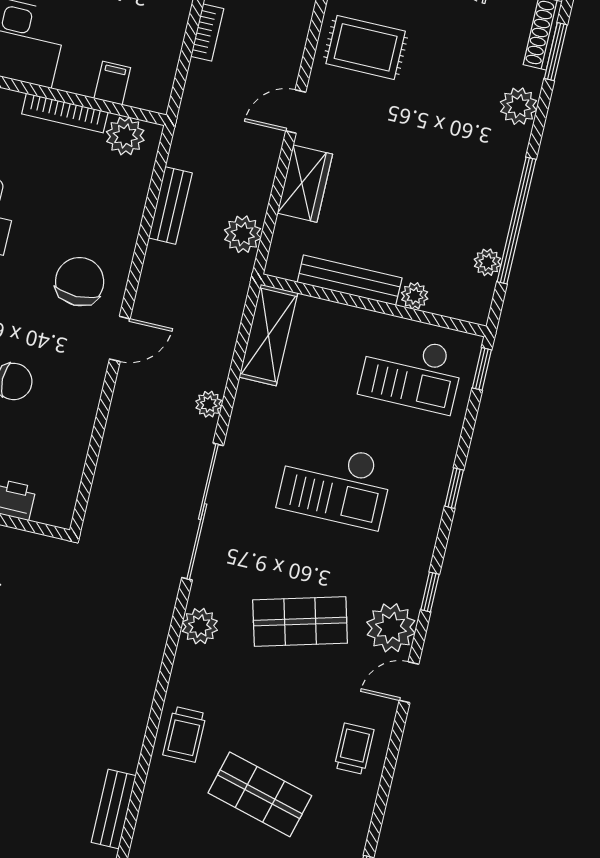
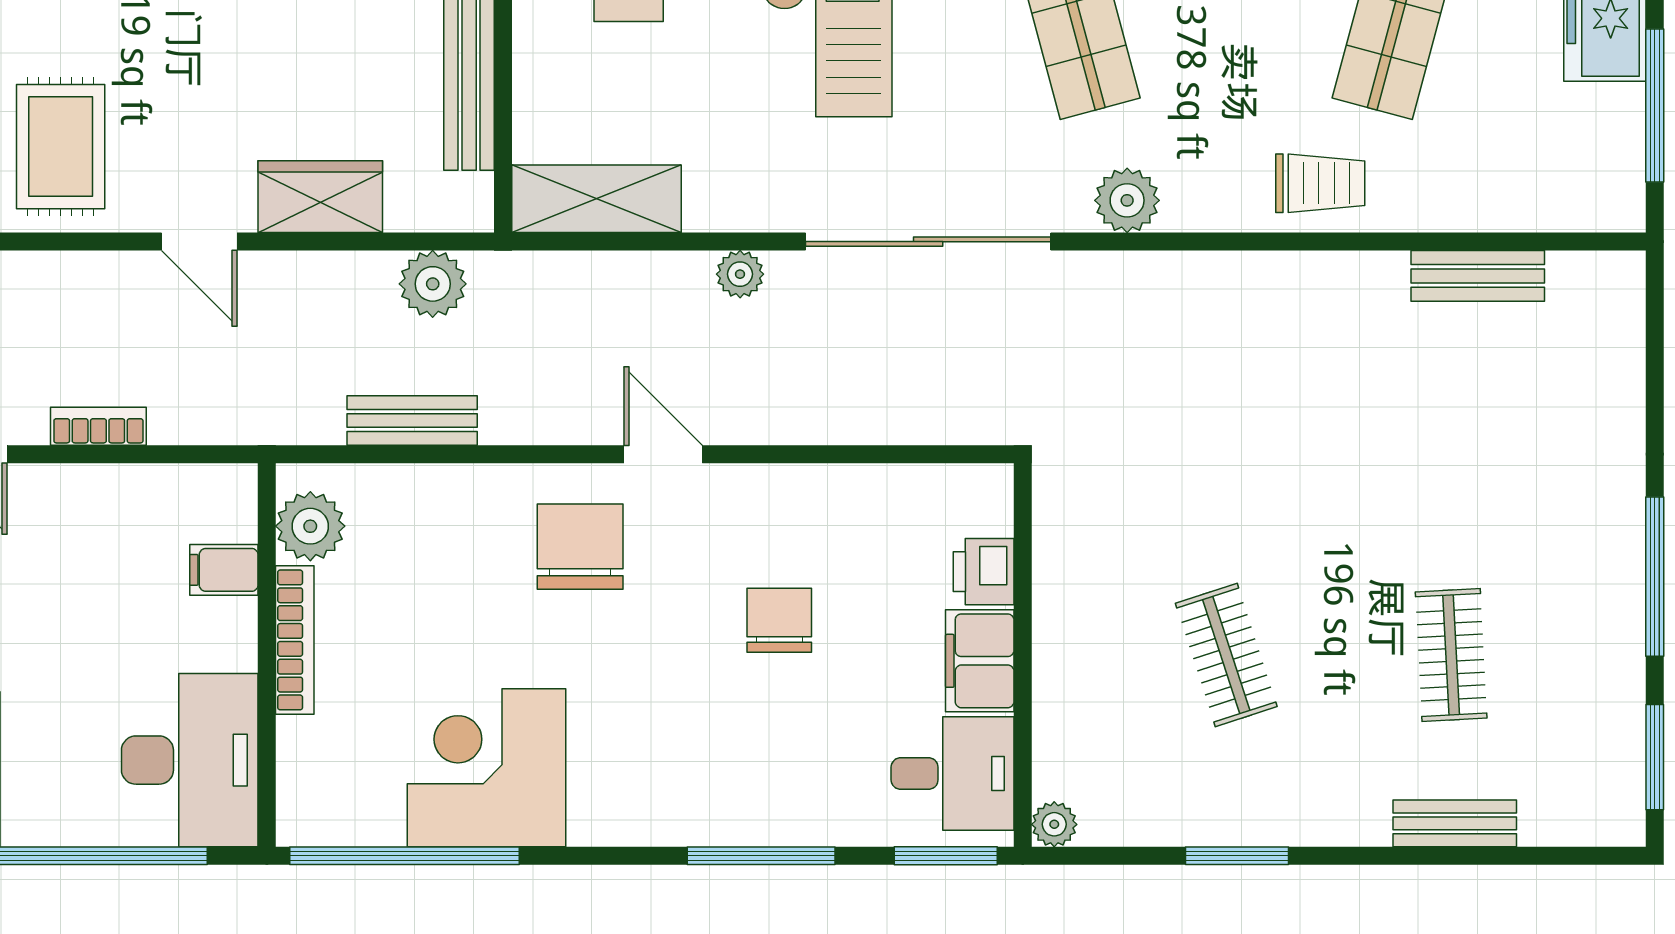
chair: (80, 282) -> (580, 547), turned 90

